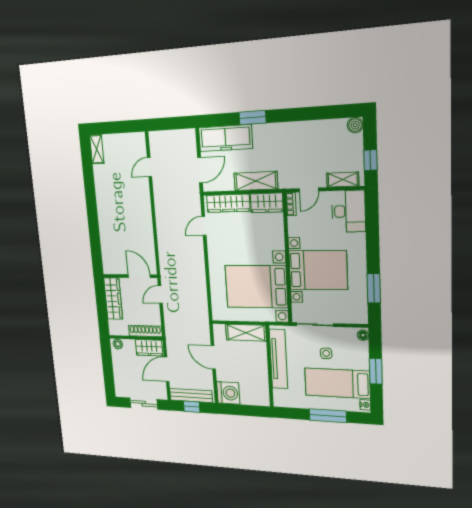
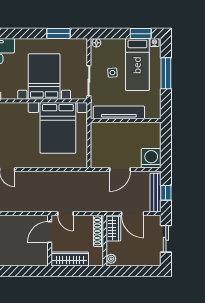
shelving: (246, 333) -> (97, 139), removed
window: (376, 371) -> (141, 34), moved

